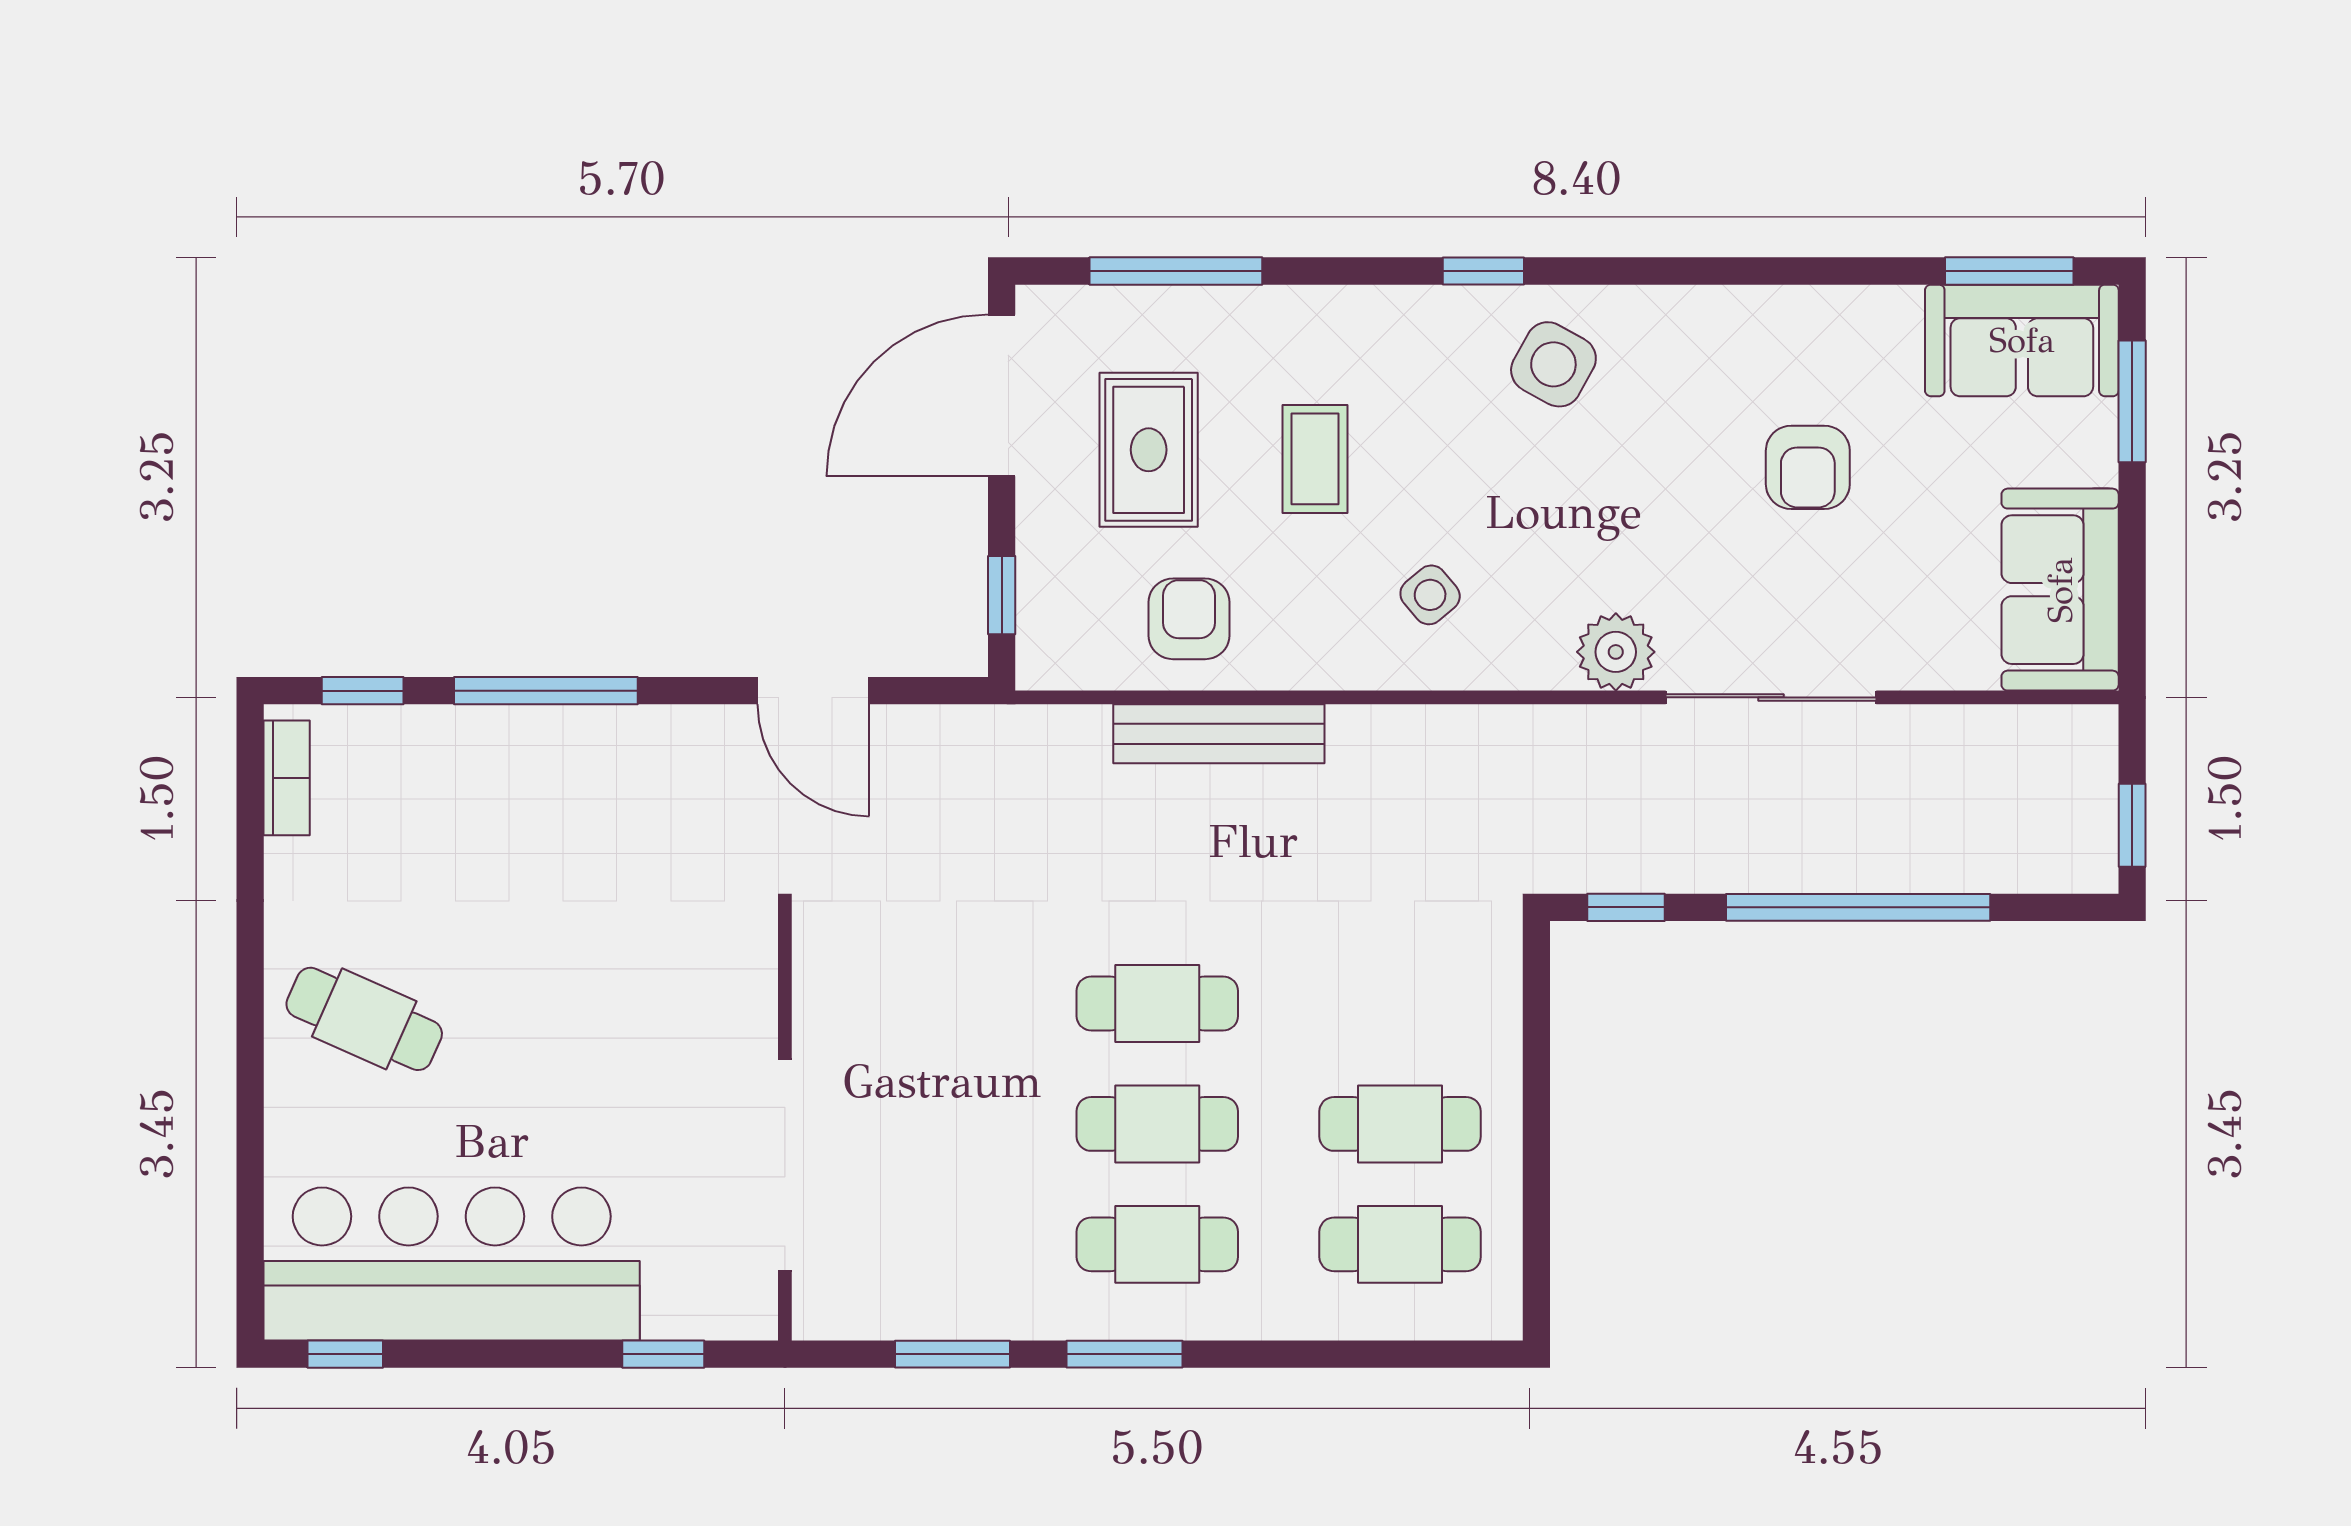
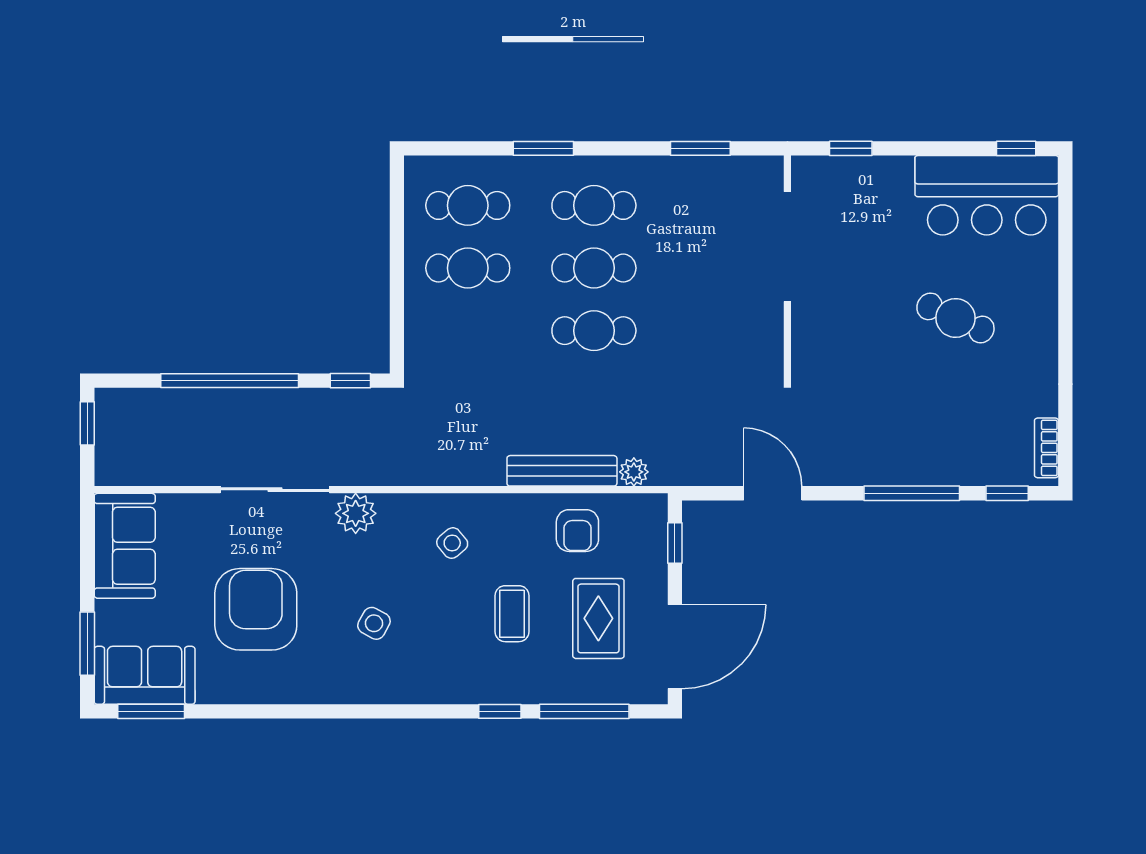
window: (1483, 271) -> (500, 711), moved
side table: (1553, 364) -> (374, 623), moved, width x0.73, depth x0.73
armchair: (1808, 467) -> (256, 609), width x1.88, depth x1.88
plant: (1081, 732) -> (634, 472), added
cafe table: (364, 1019) -> (955, 318), moved
bar counter: (452, 1264) -> (987, 195), width x0.73
window: (1125, 1354) -> (543, 148), moved

